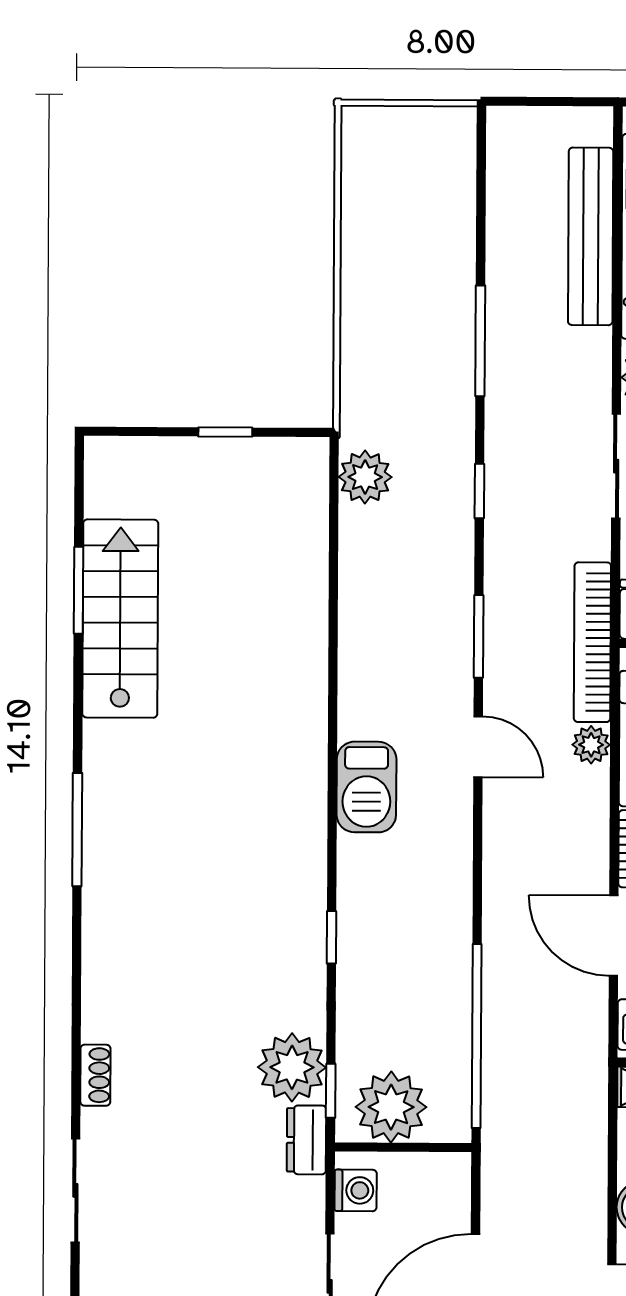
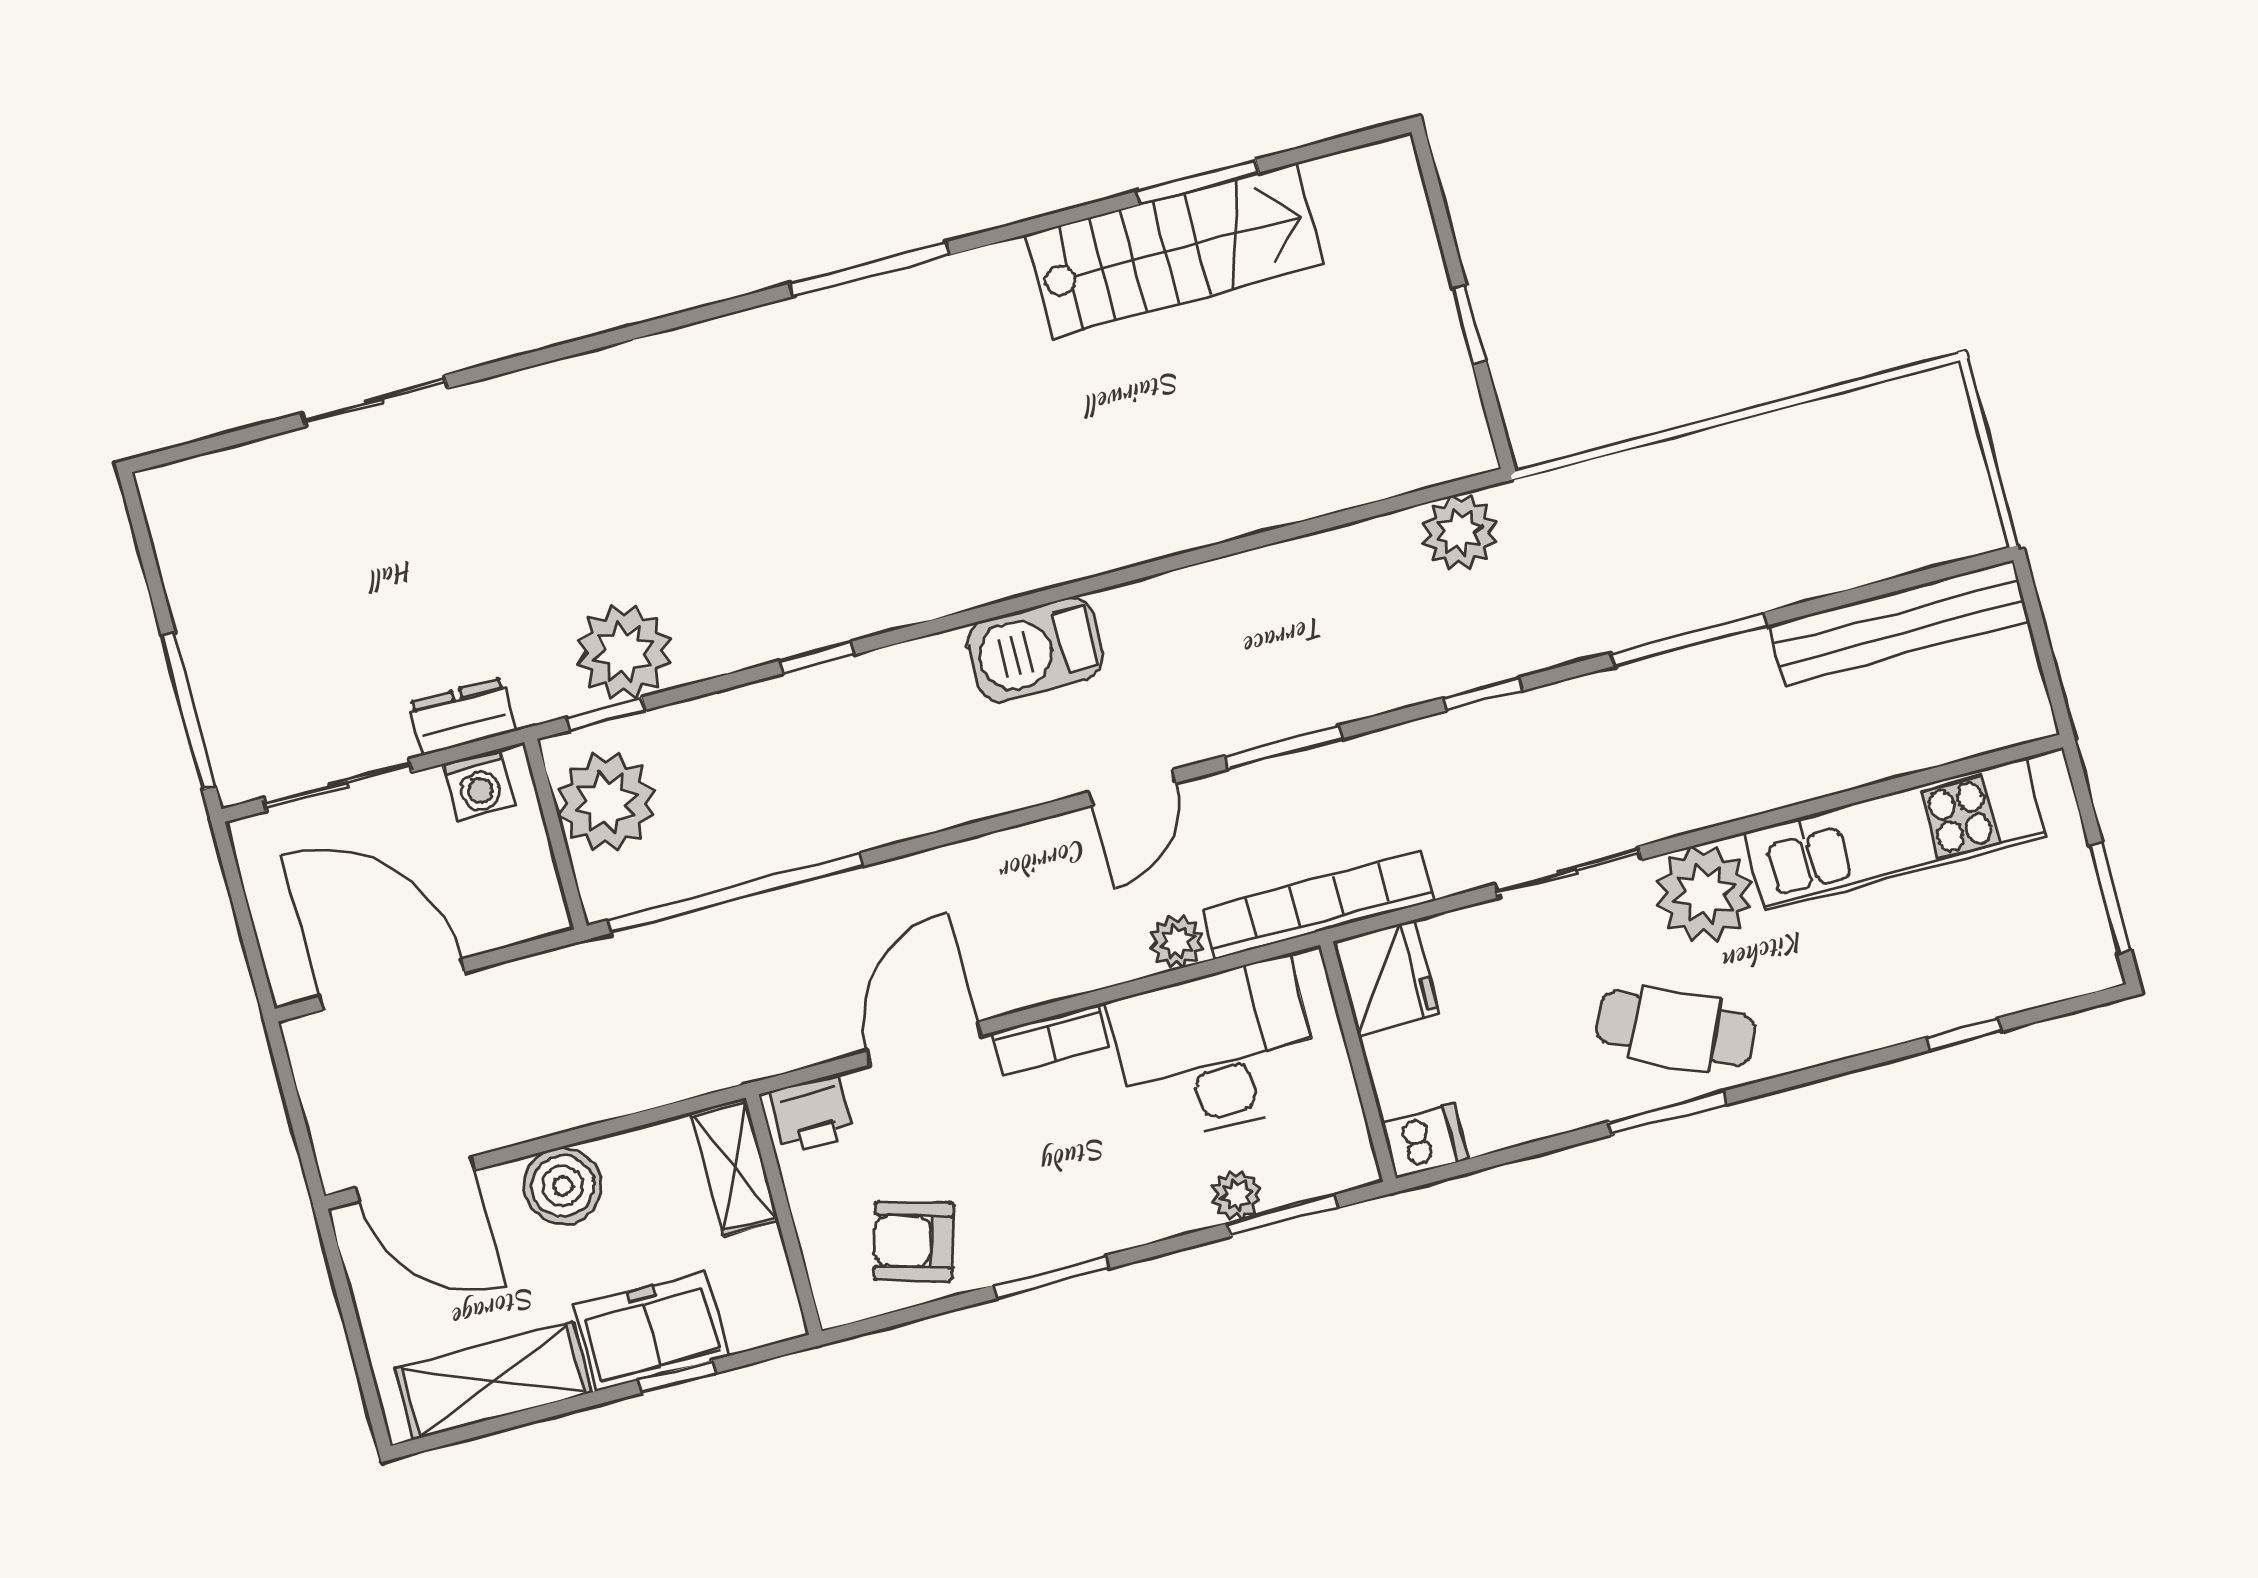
bench: (591, 236) -> (1899, 623), moved
shoe rack: (95, 1075) -> (540, 386), removed
dresser: (306, 1140) -> (462, 717), moved

